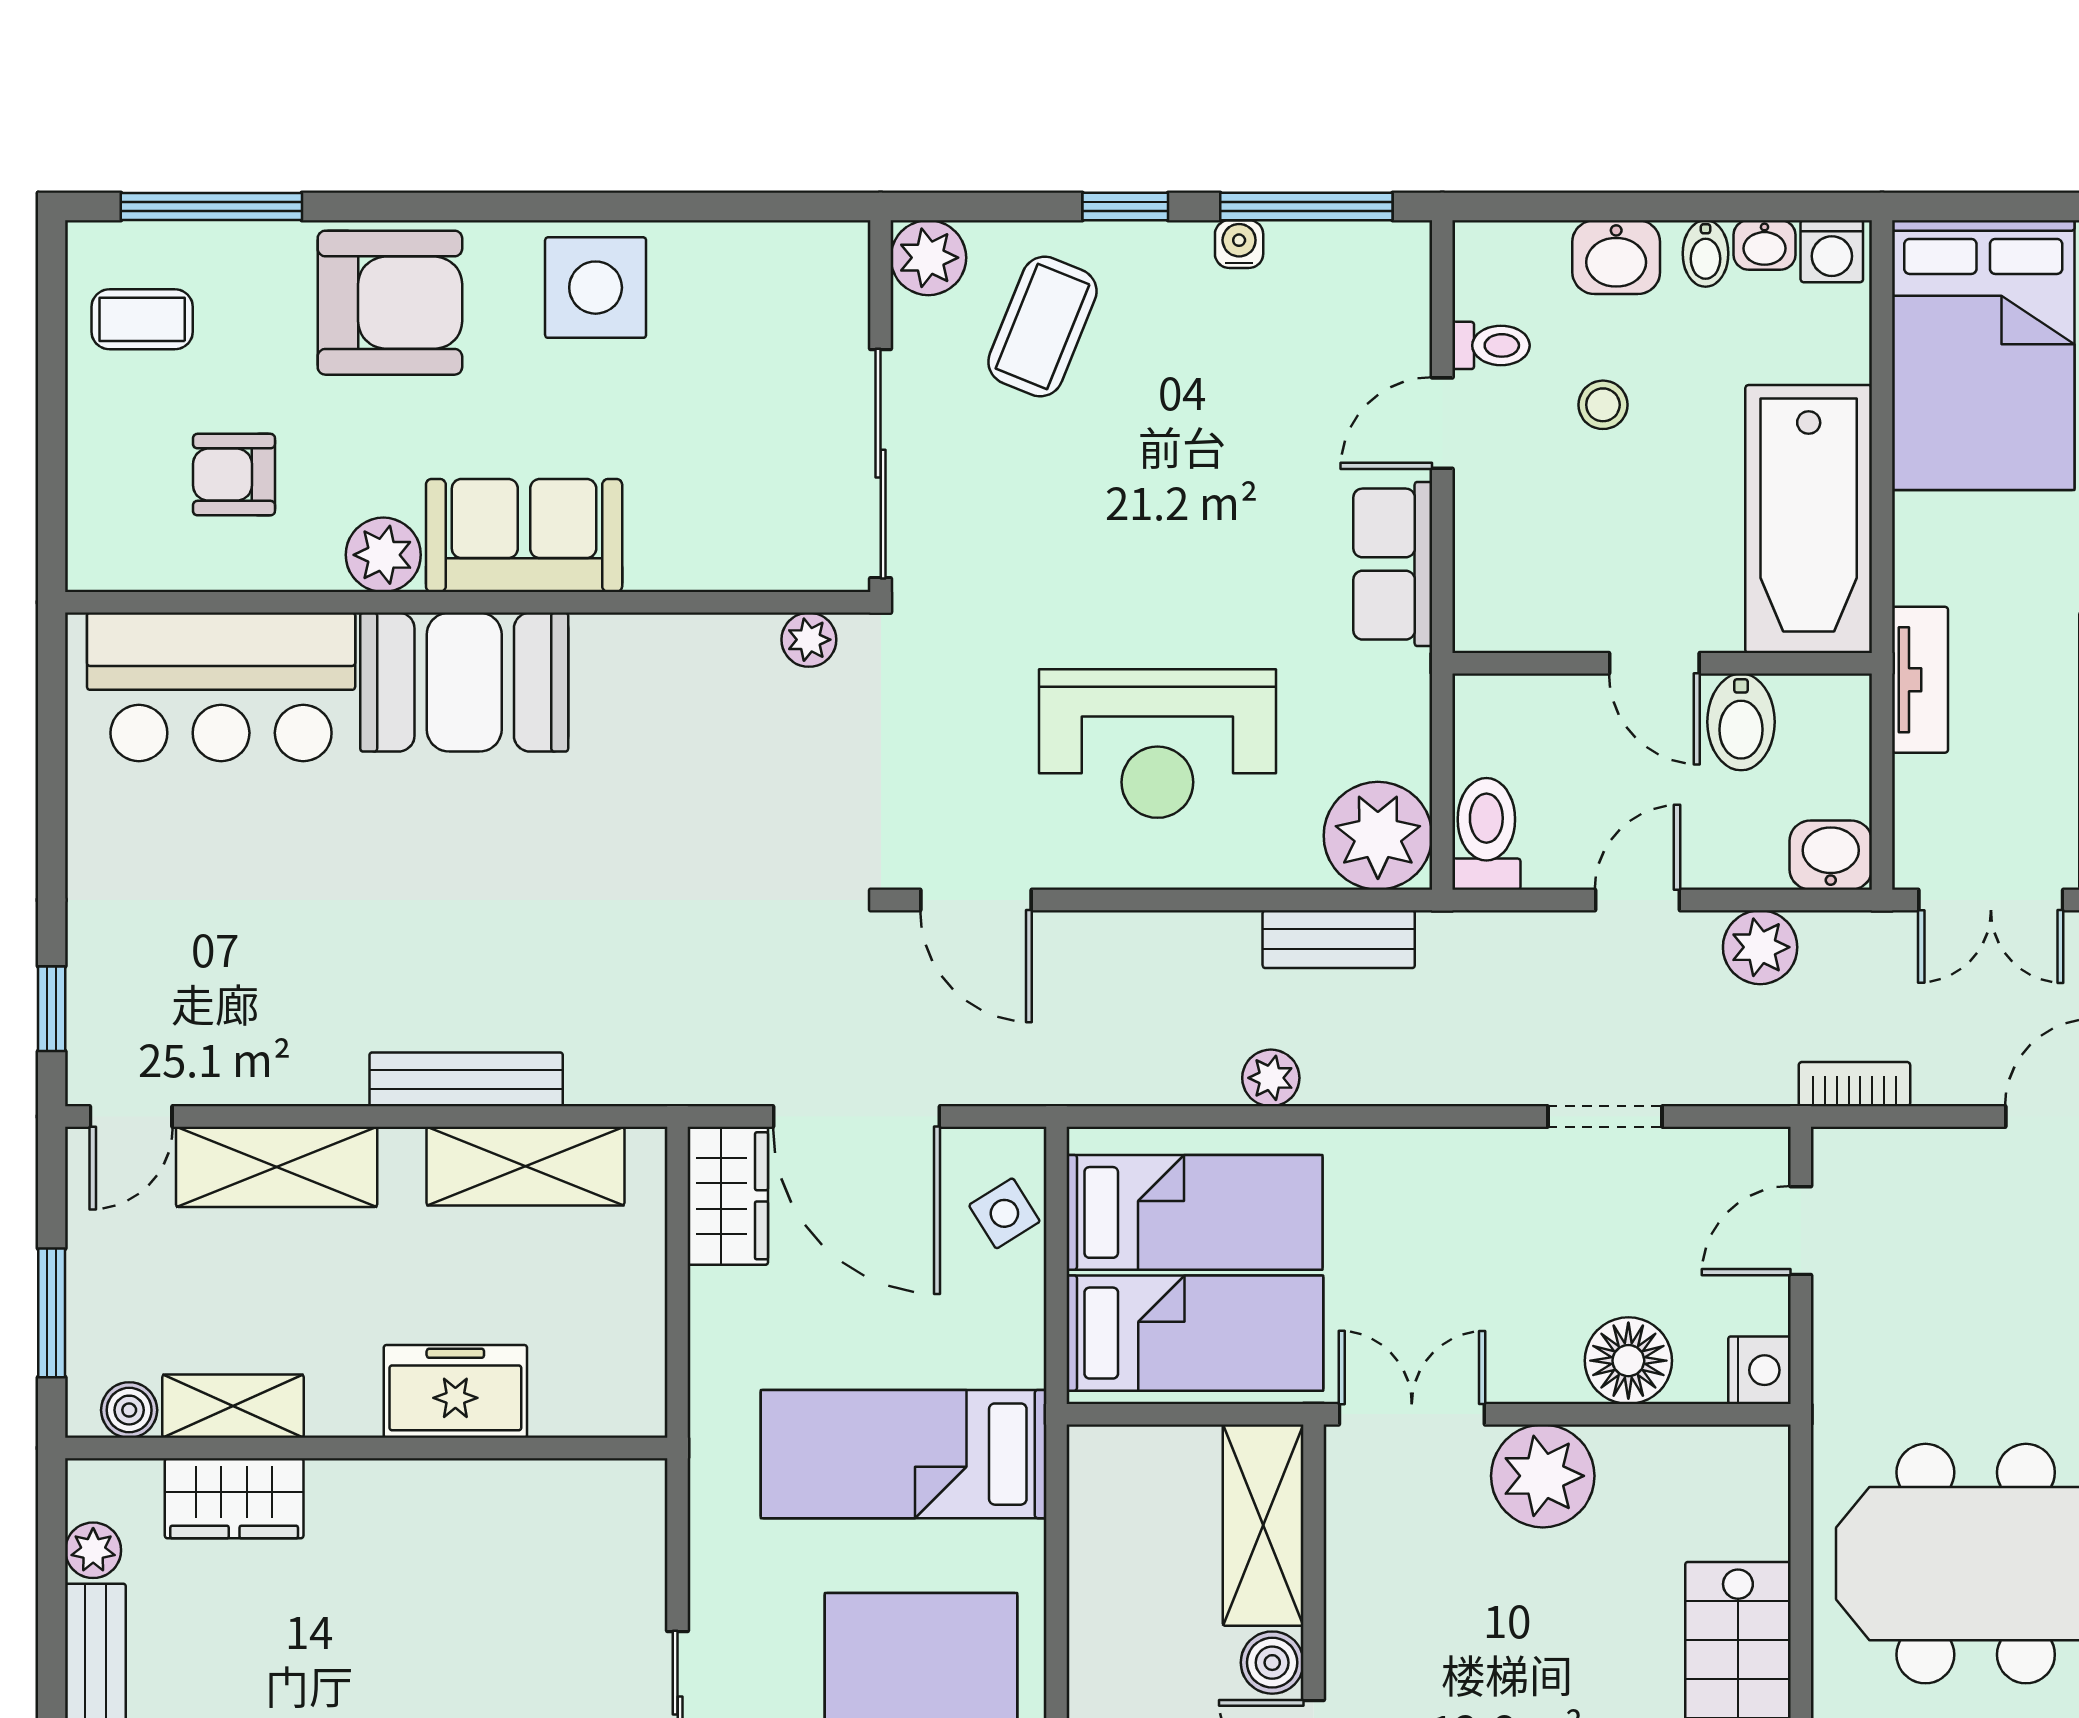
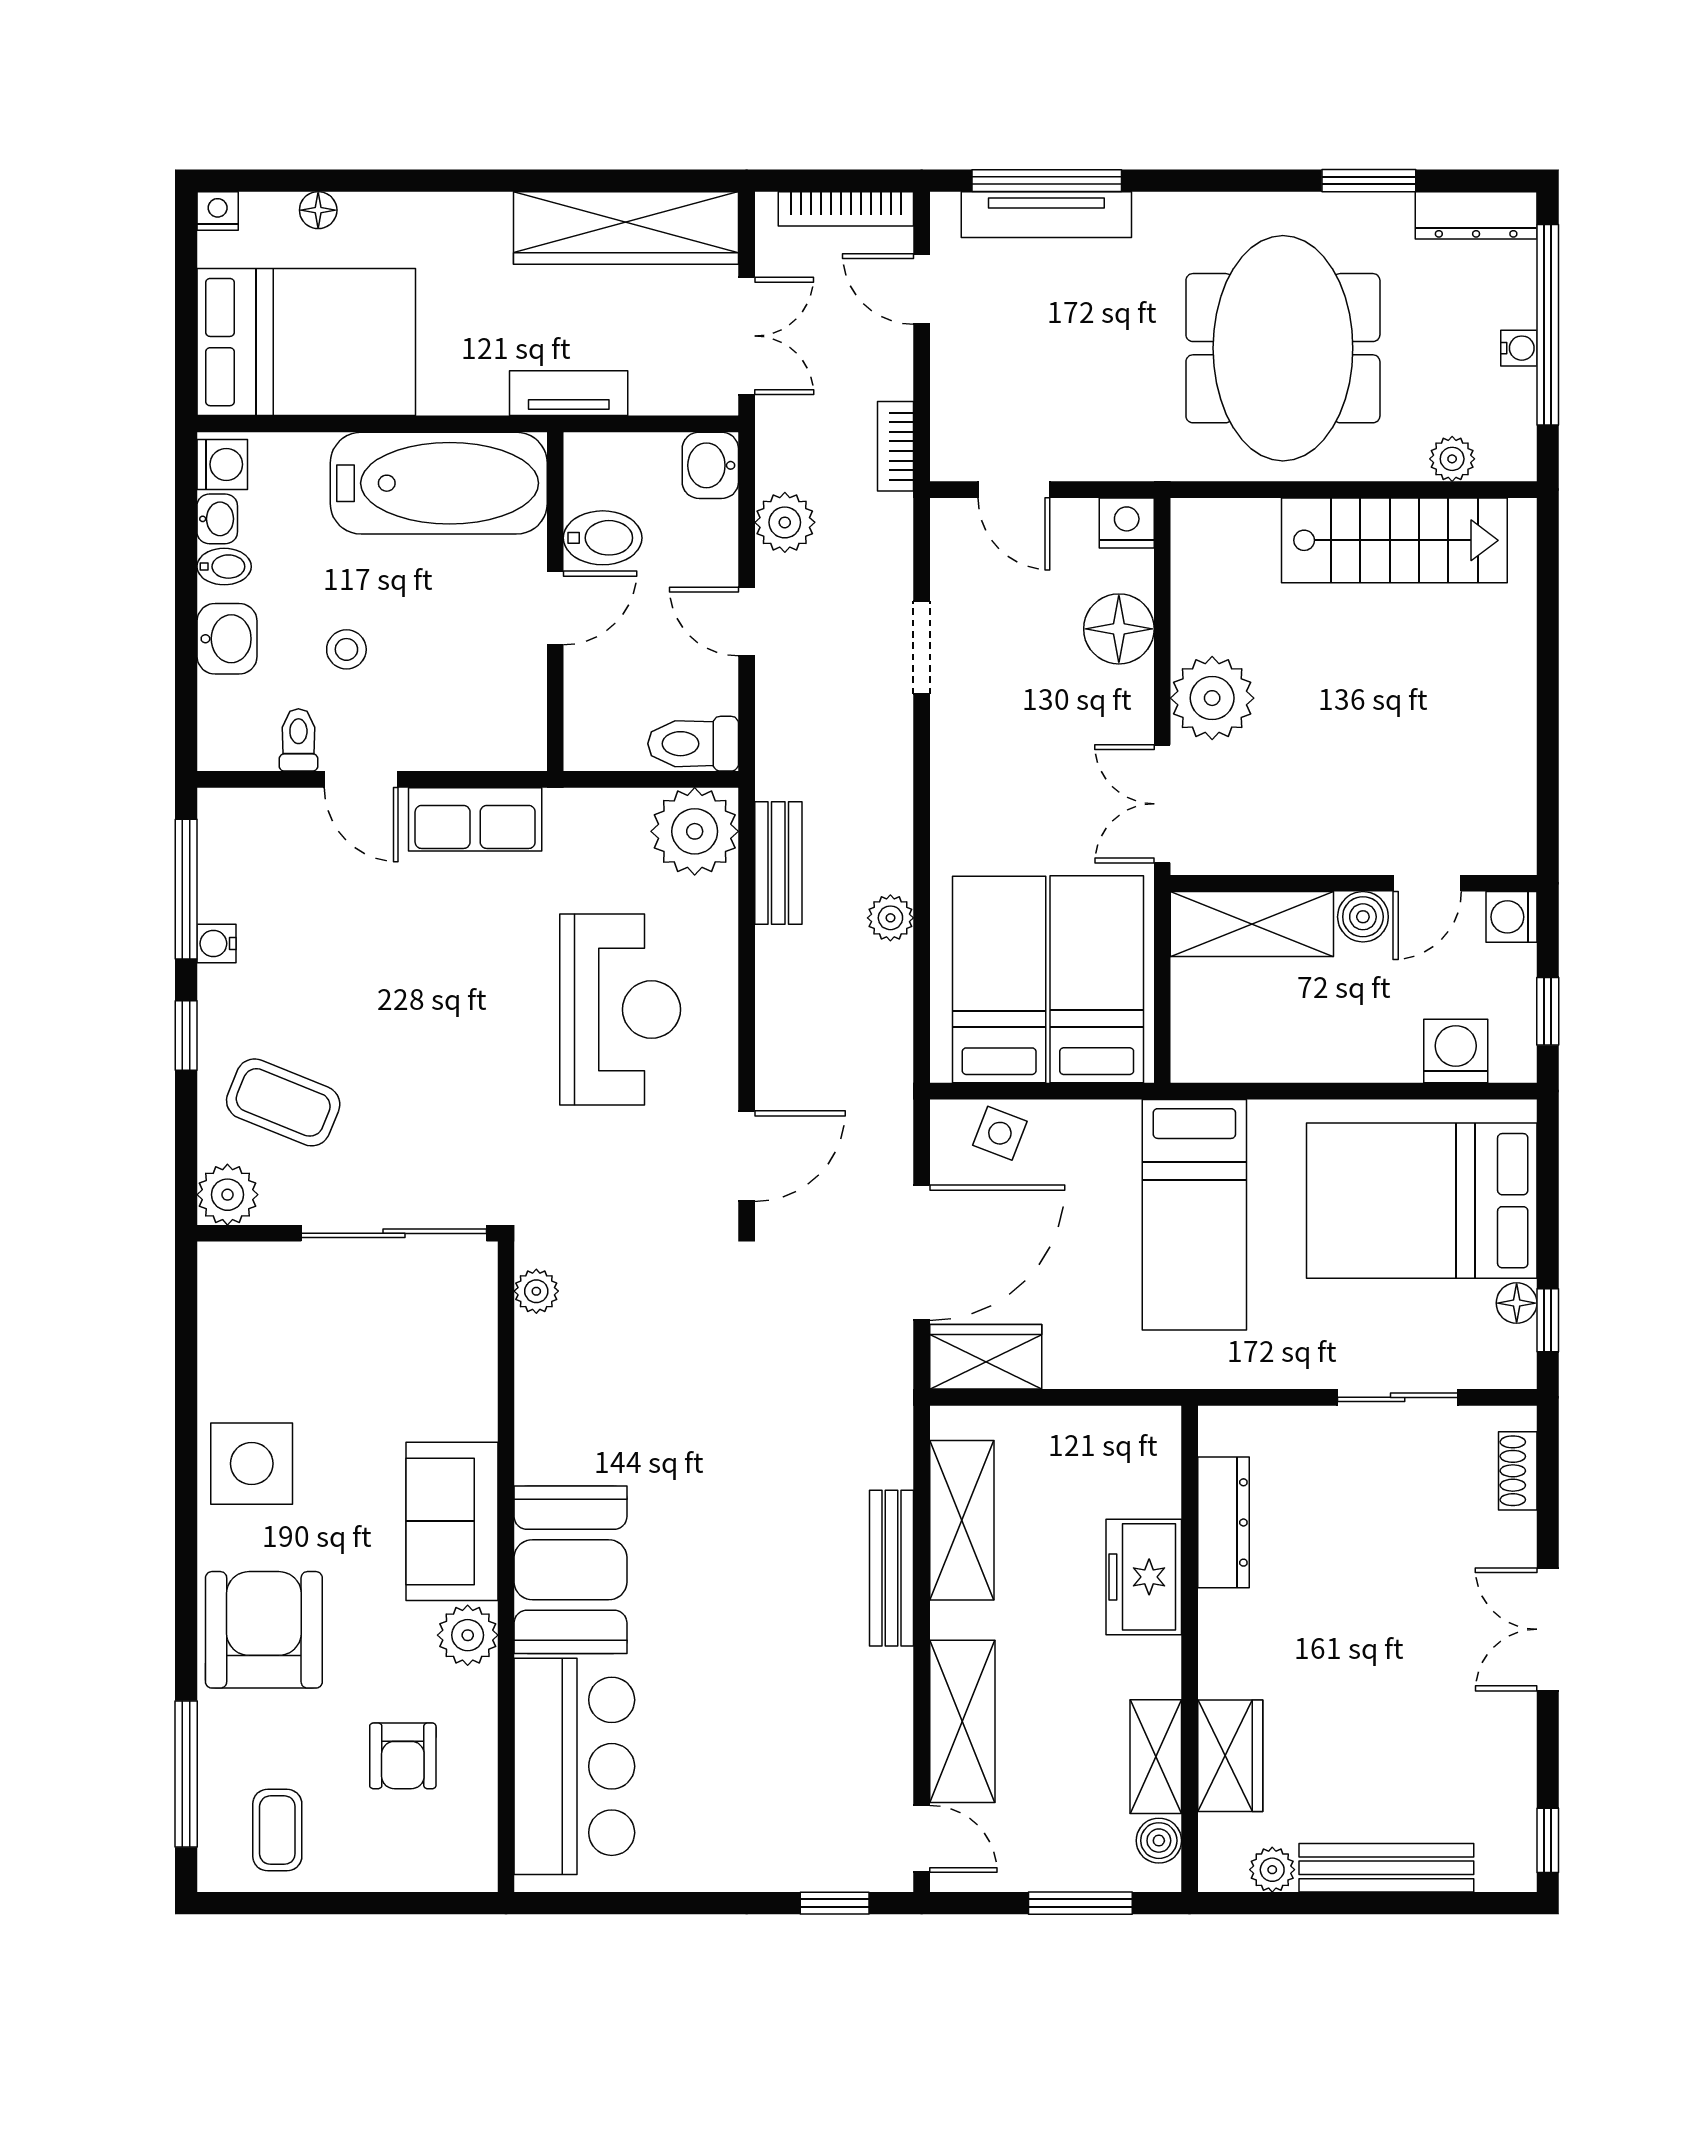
side table: (1004, 1213) -> (1000, 1133), turned -37
dresser: (523, 1490) -> (1223, 1522), added

